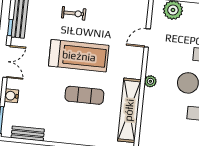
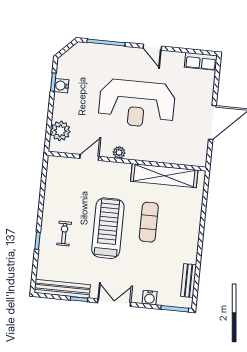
door: (147, 38) -> (89, 157), swing flipped
plant: (150, 81) -> (119, 152), moved

